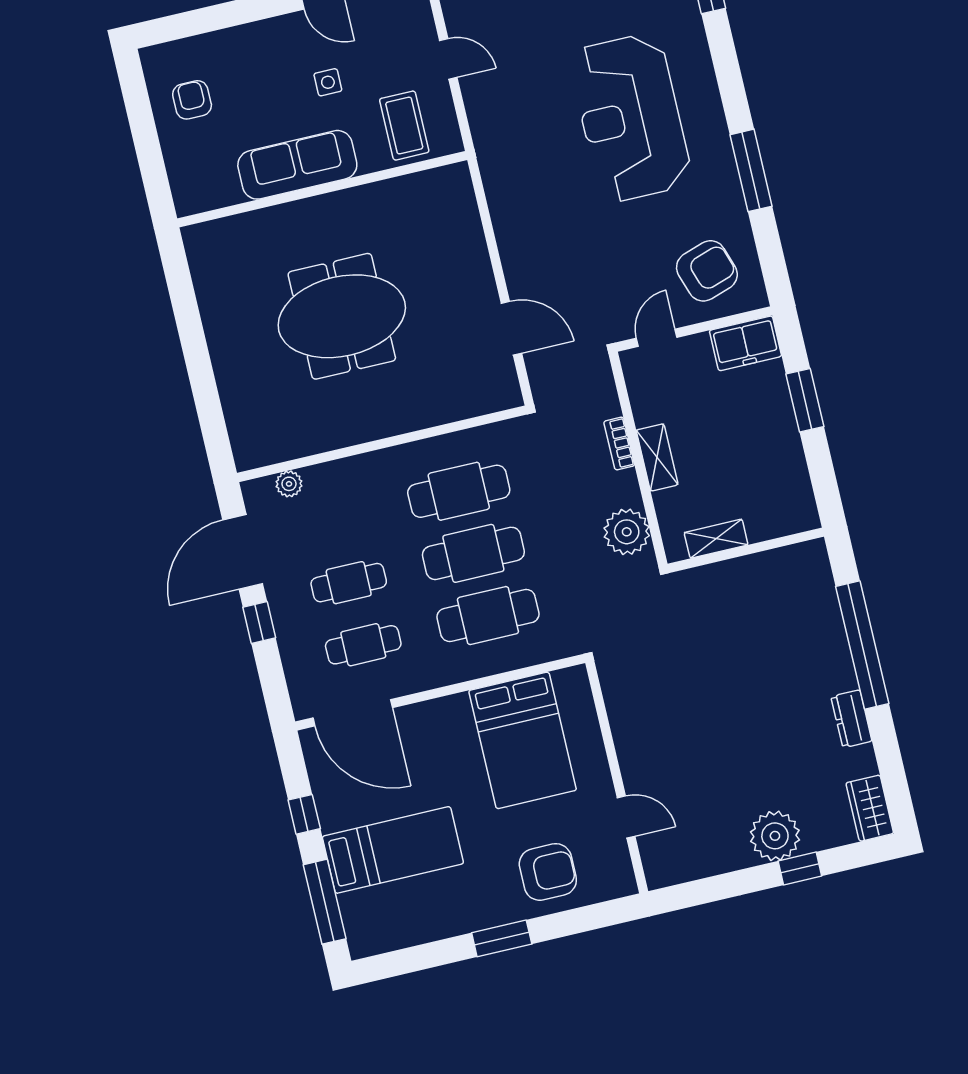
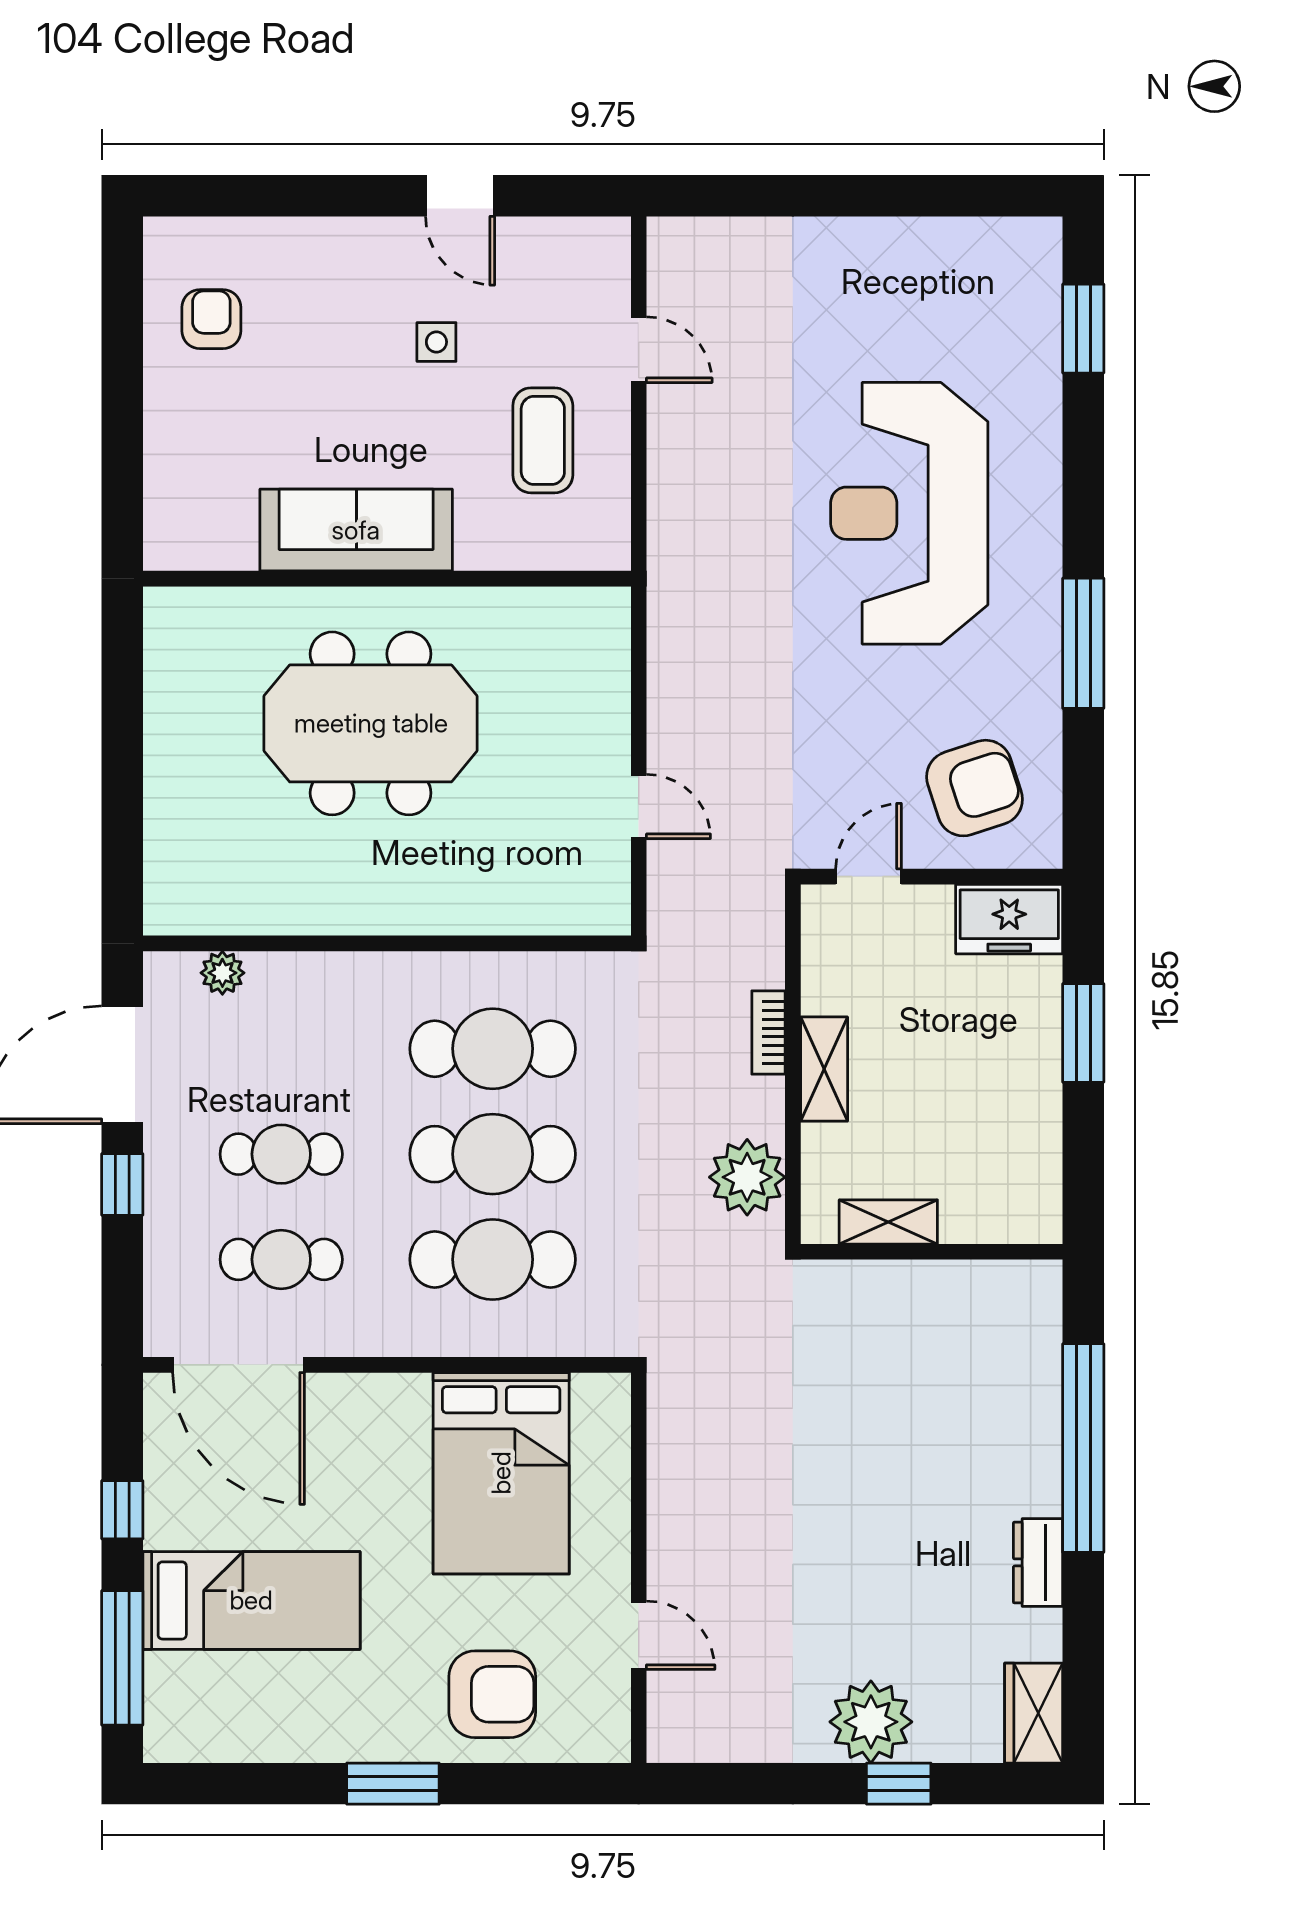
sofa: (297, 165) -> (356, 530), moved
wall: (322, 189) -> (387, 579), moved
door: (511, 328) -> (639, 806), width x0.73

